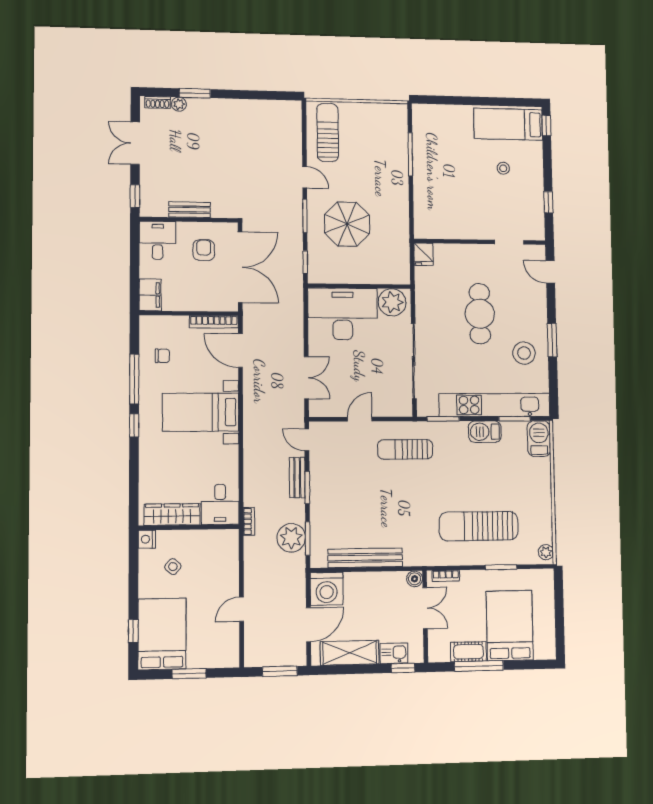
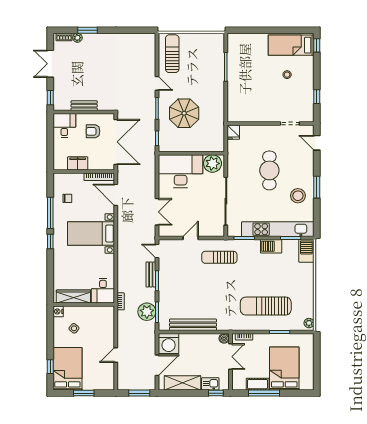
armchair: (204, 250) -> (93, 131), turned -90
filing cabinet: (150, 295) -> (78, 163), moved, turned -90

